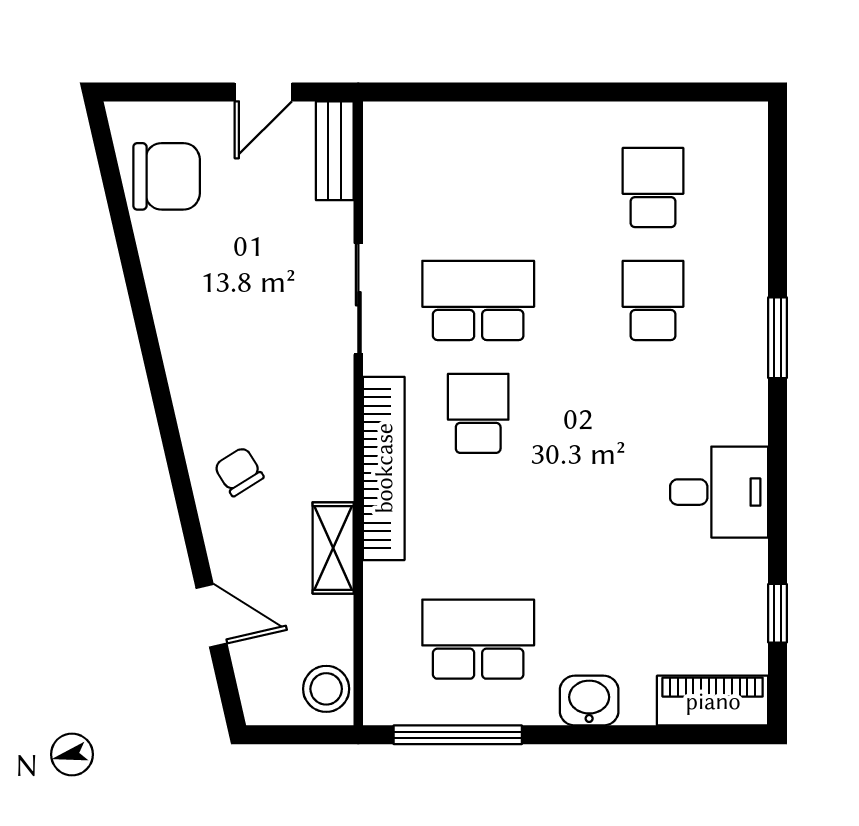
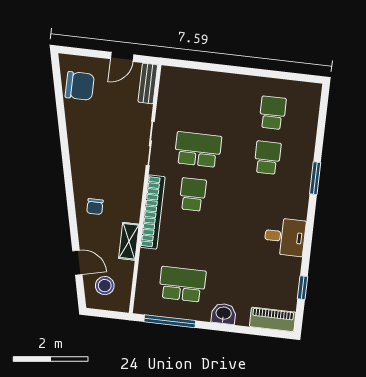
chair: (239, 472) -> (95, 207), turned -148
stool: (326, 689) -> (105, 286), moved

